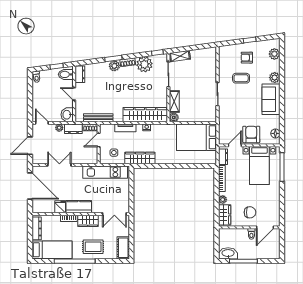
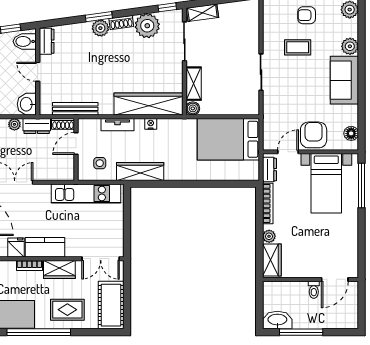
chair: (250, 212) -> (311, 256), removed
cot: (123, 248) -> (111, 305), width x1.37, depth x1.34

